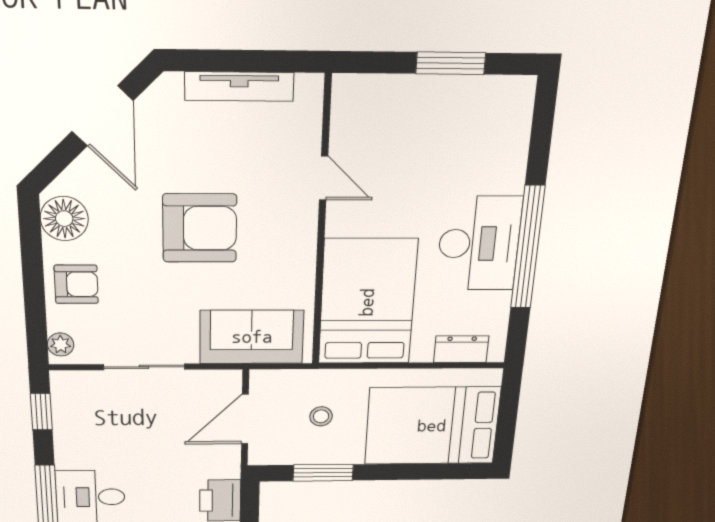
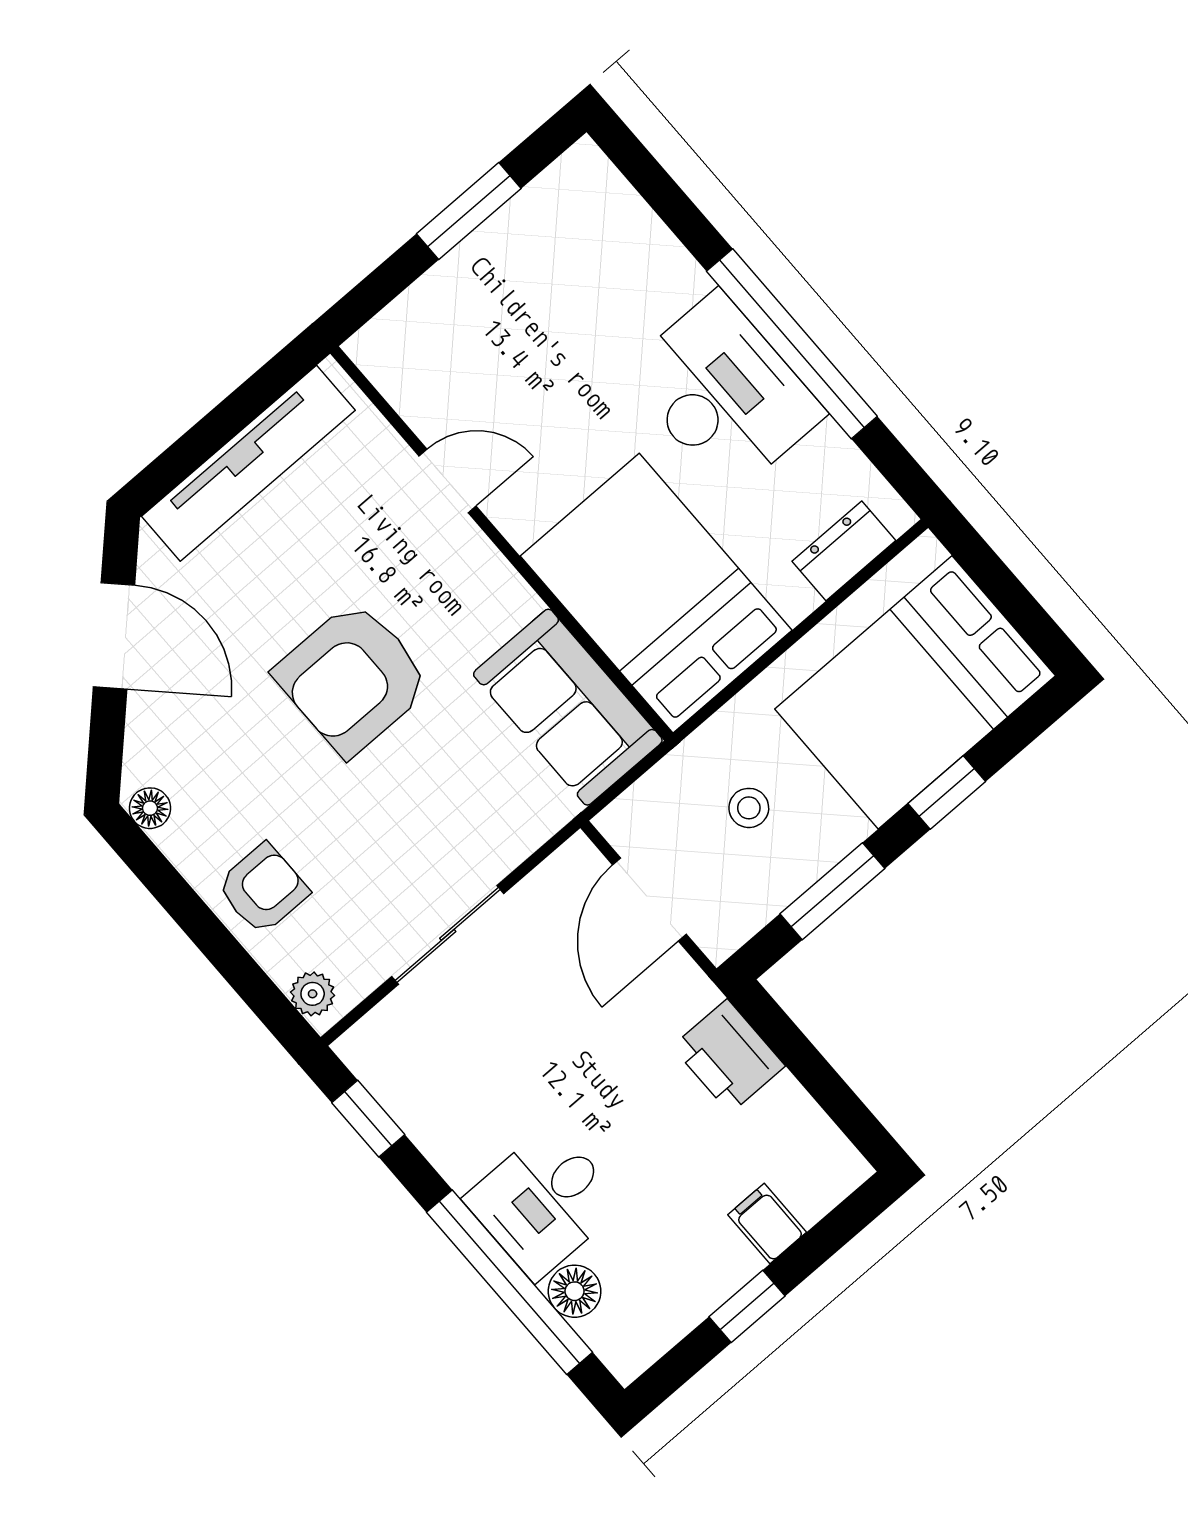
tv unit: (239, 86) -> (248, 463), width x1.36, depth x1.29
floor lamp: (64, 219) -> (150, 808), width x0.53, depth x0.53
armchair: (200, 228) -> (353, 678), turned 180
sofa: (252, 337) -> (568, 707), moved, turned -90
window: (406, 472) -> (947, 792), added

